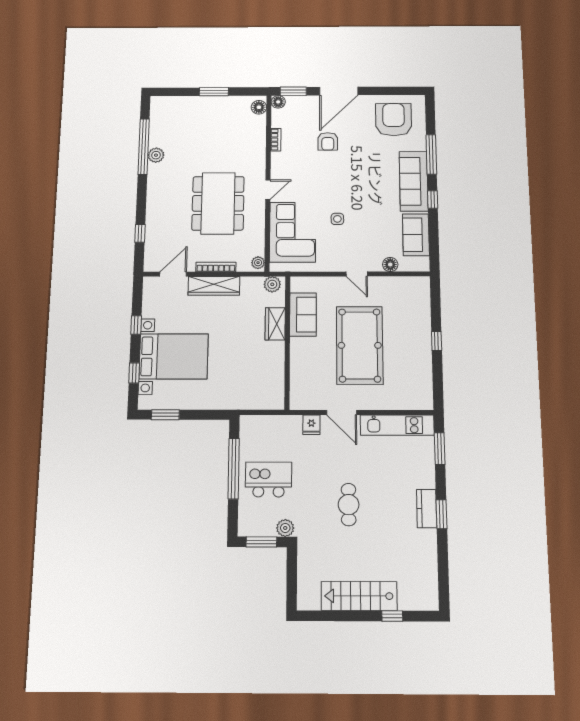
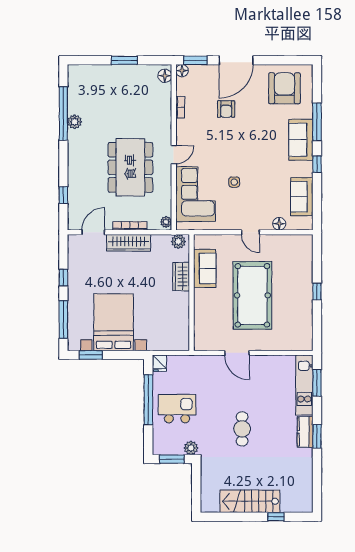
sofa: (414, 181) -> (301, 140), width x0.73
bed with nightstands: (174, 356) -> (114, 322), moved, turned -90
window: (134, 373) -> (63, 319), width x2.17
fridge: (311, 425) -> (159, 363), moved
kitchen unit: (397, 425) -> (304, 385), moved, turned 90

